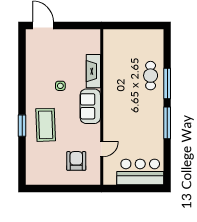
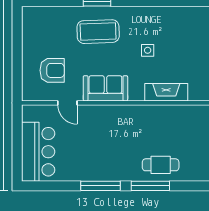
sofa: (90, 106) -> (105, 88), moved

